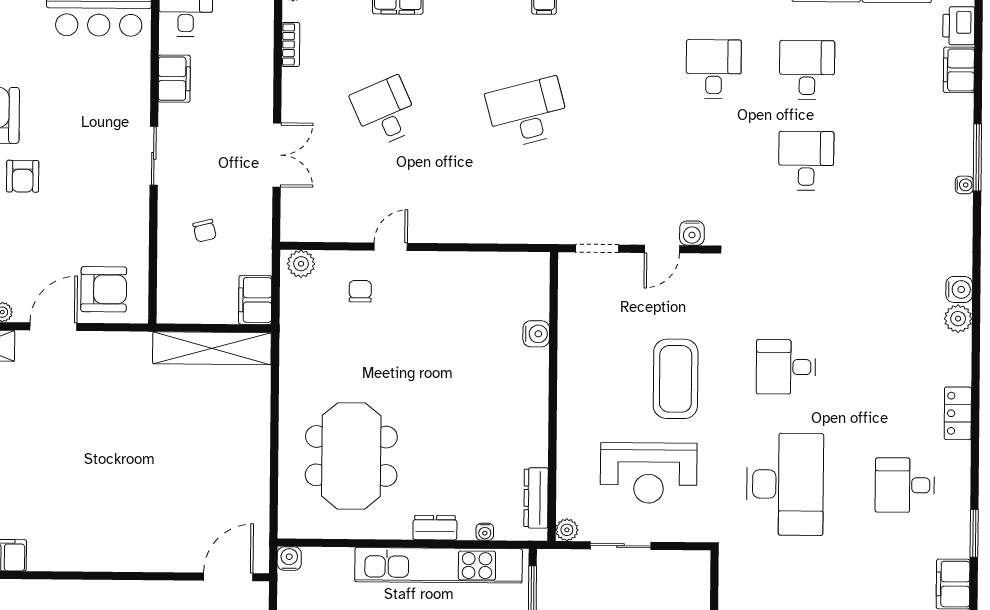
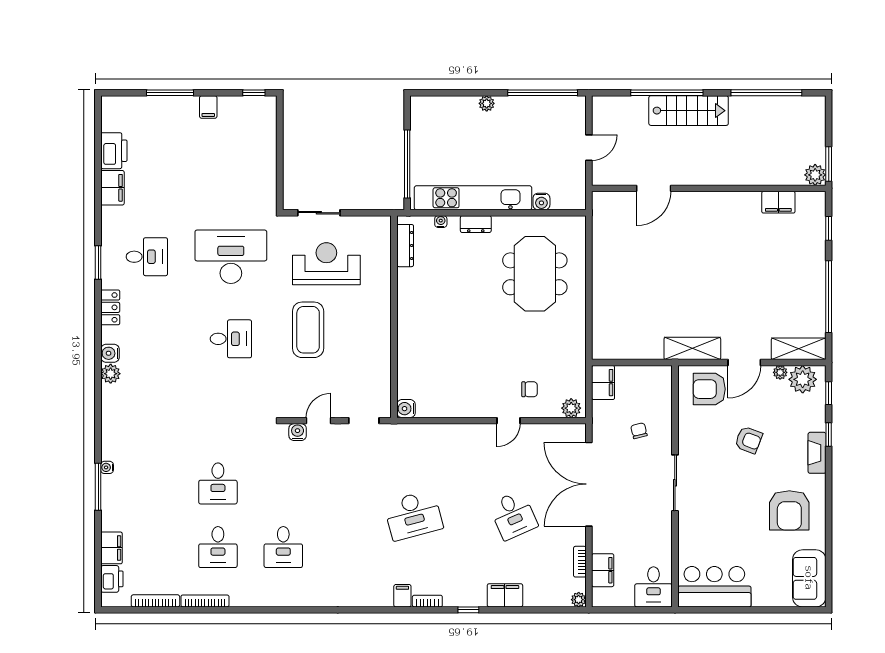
filing cabinet: (174, 79) -> (603, 570), moved, turned 180
double door: (277, 155) -> (589, 484), width x1.87
sliding door: (154, 156) -> (675, 483), width x1.37
armchair: (23, 176) -> (749, 440), moved, turned 111
water cooler: (959, 289) -> (110, 353), moved
chair: (360, 291) -> (530, 389), turned -90
water cooler: (536, 334) -> (406, 409), moved
shelving: (212, 348) -> (692, 348), moved, width x0.68
desk: (785, 484) -> (231, 257), turned 90
plant: (567, 530) -> (383, 223), removed
window: (974, 533) -> (98, 263), moved
sliding door: (621, 546) -> (319, 213), moved
water cooler: (289, 559) -> (541, 202), moved
door: (228, 577) -> (654, 188), moved

